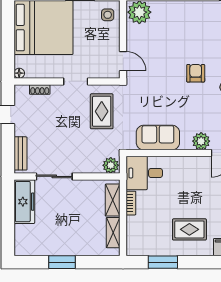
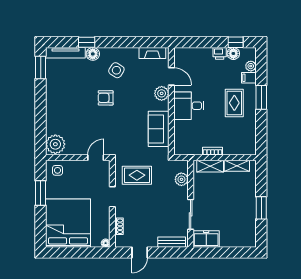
plant: (111, 165) -> (181, 179), moved
desk: (144, 173) -> (189, 106), moved, turned 90
freezer: (24, 202) -> (206, 239), width x0.71
window: (163, 262) -> (261, 97), moved

